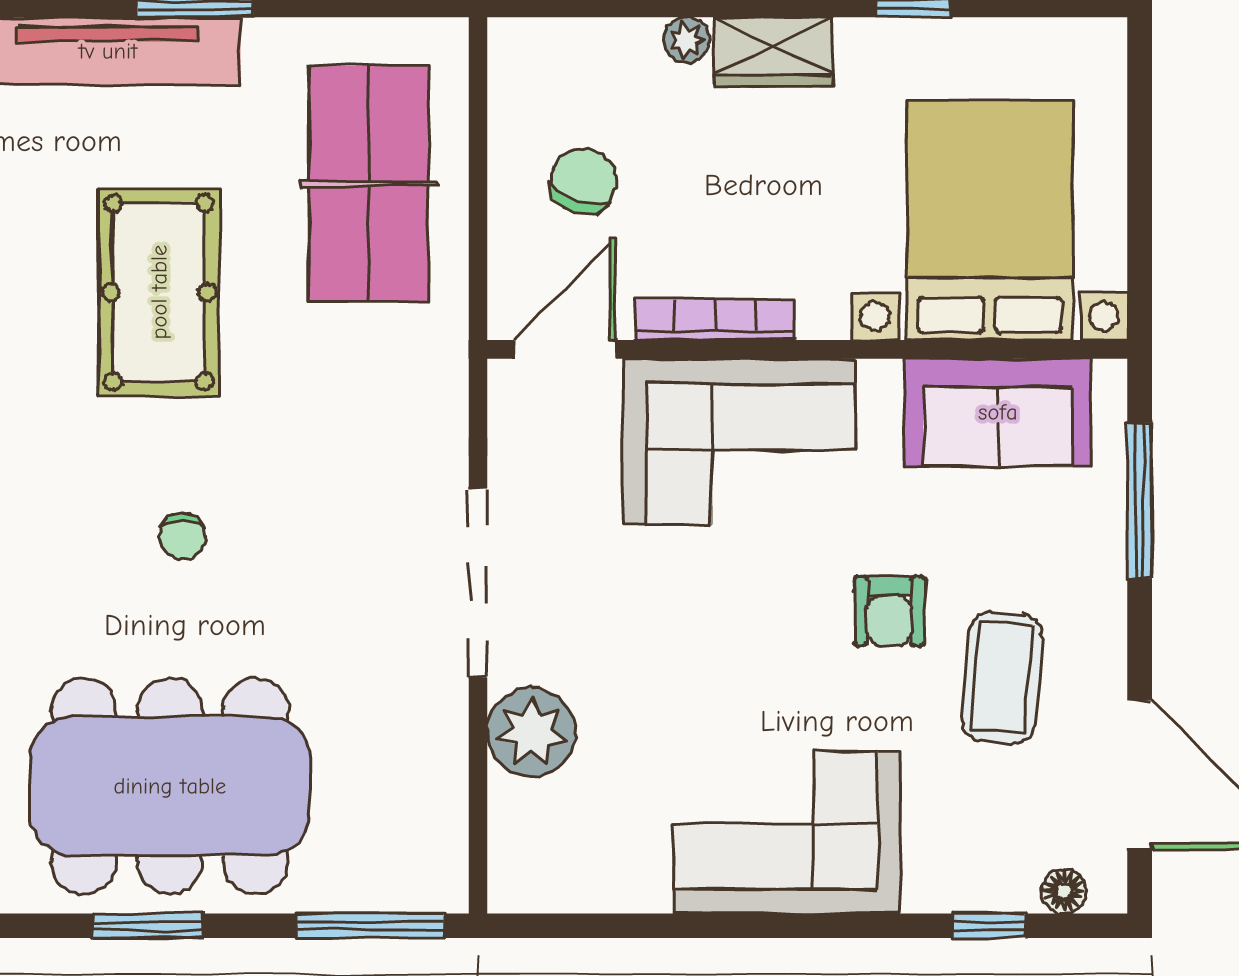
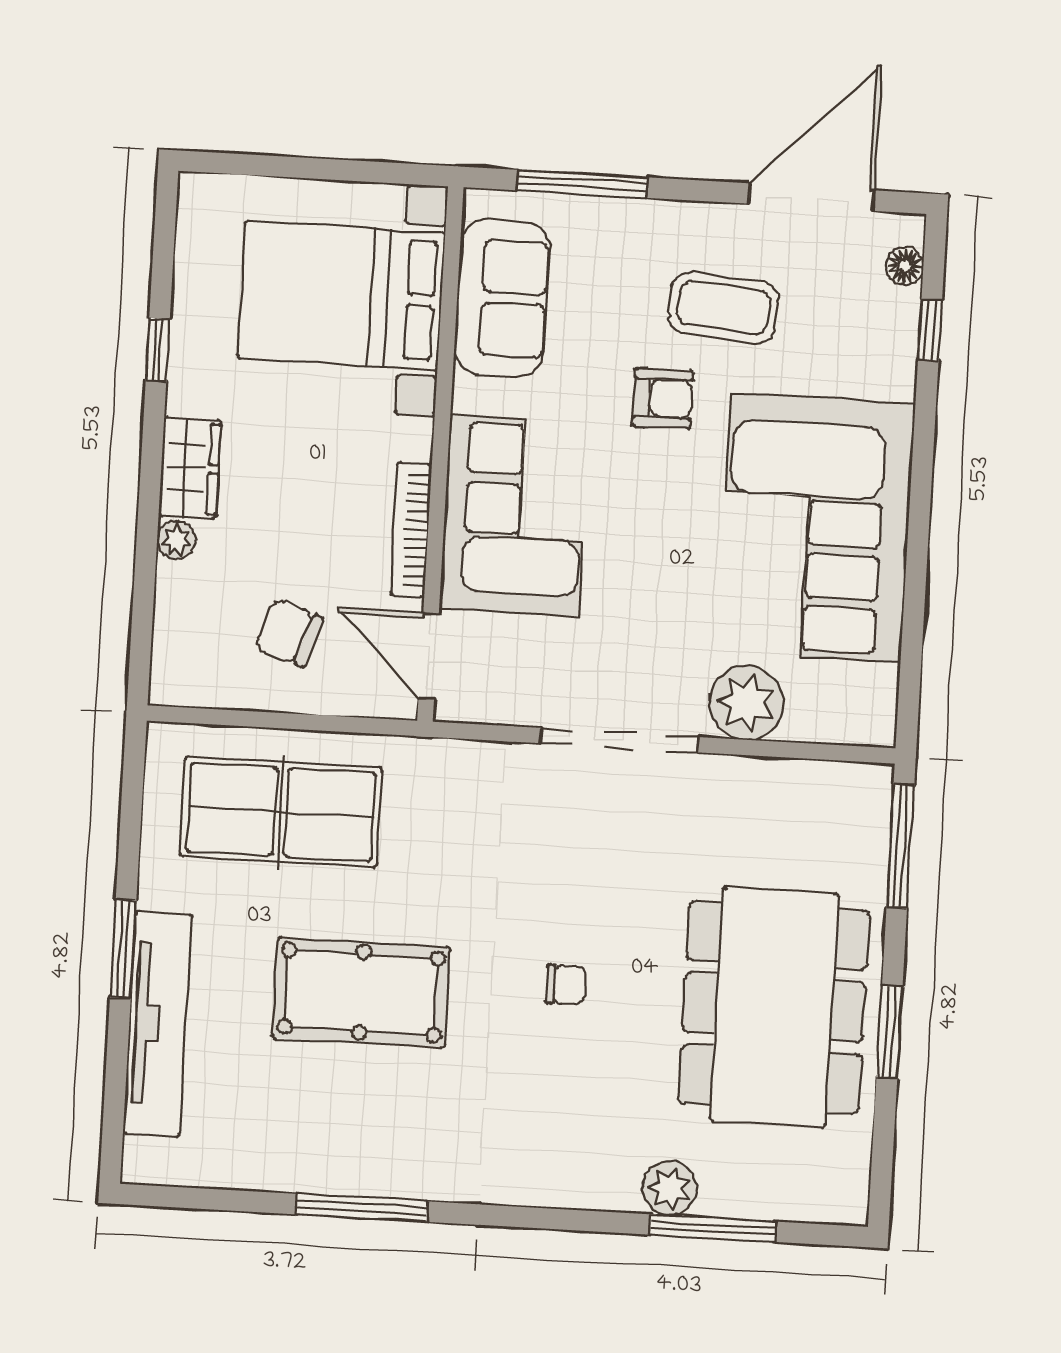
corner sofa: (787, 832) -> (816, 527), width x1.36, depth x1.36

